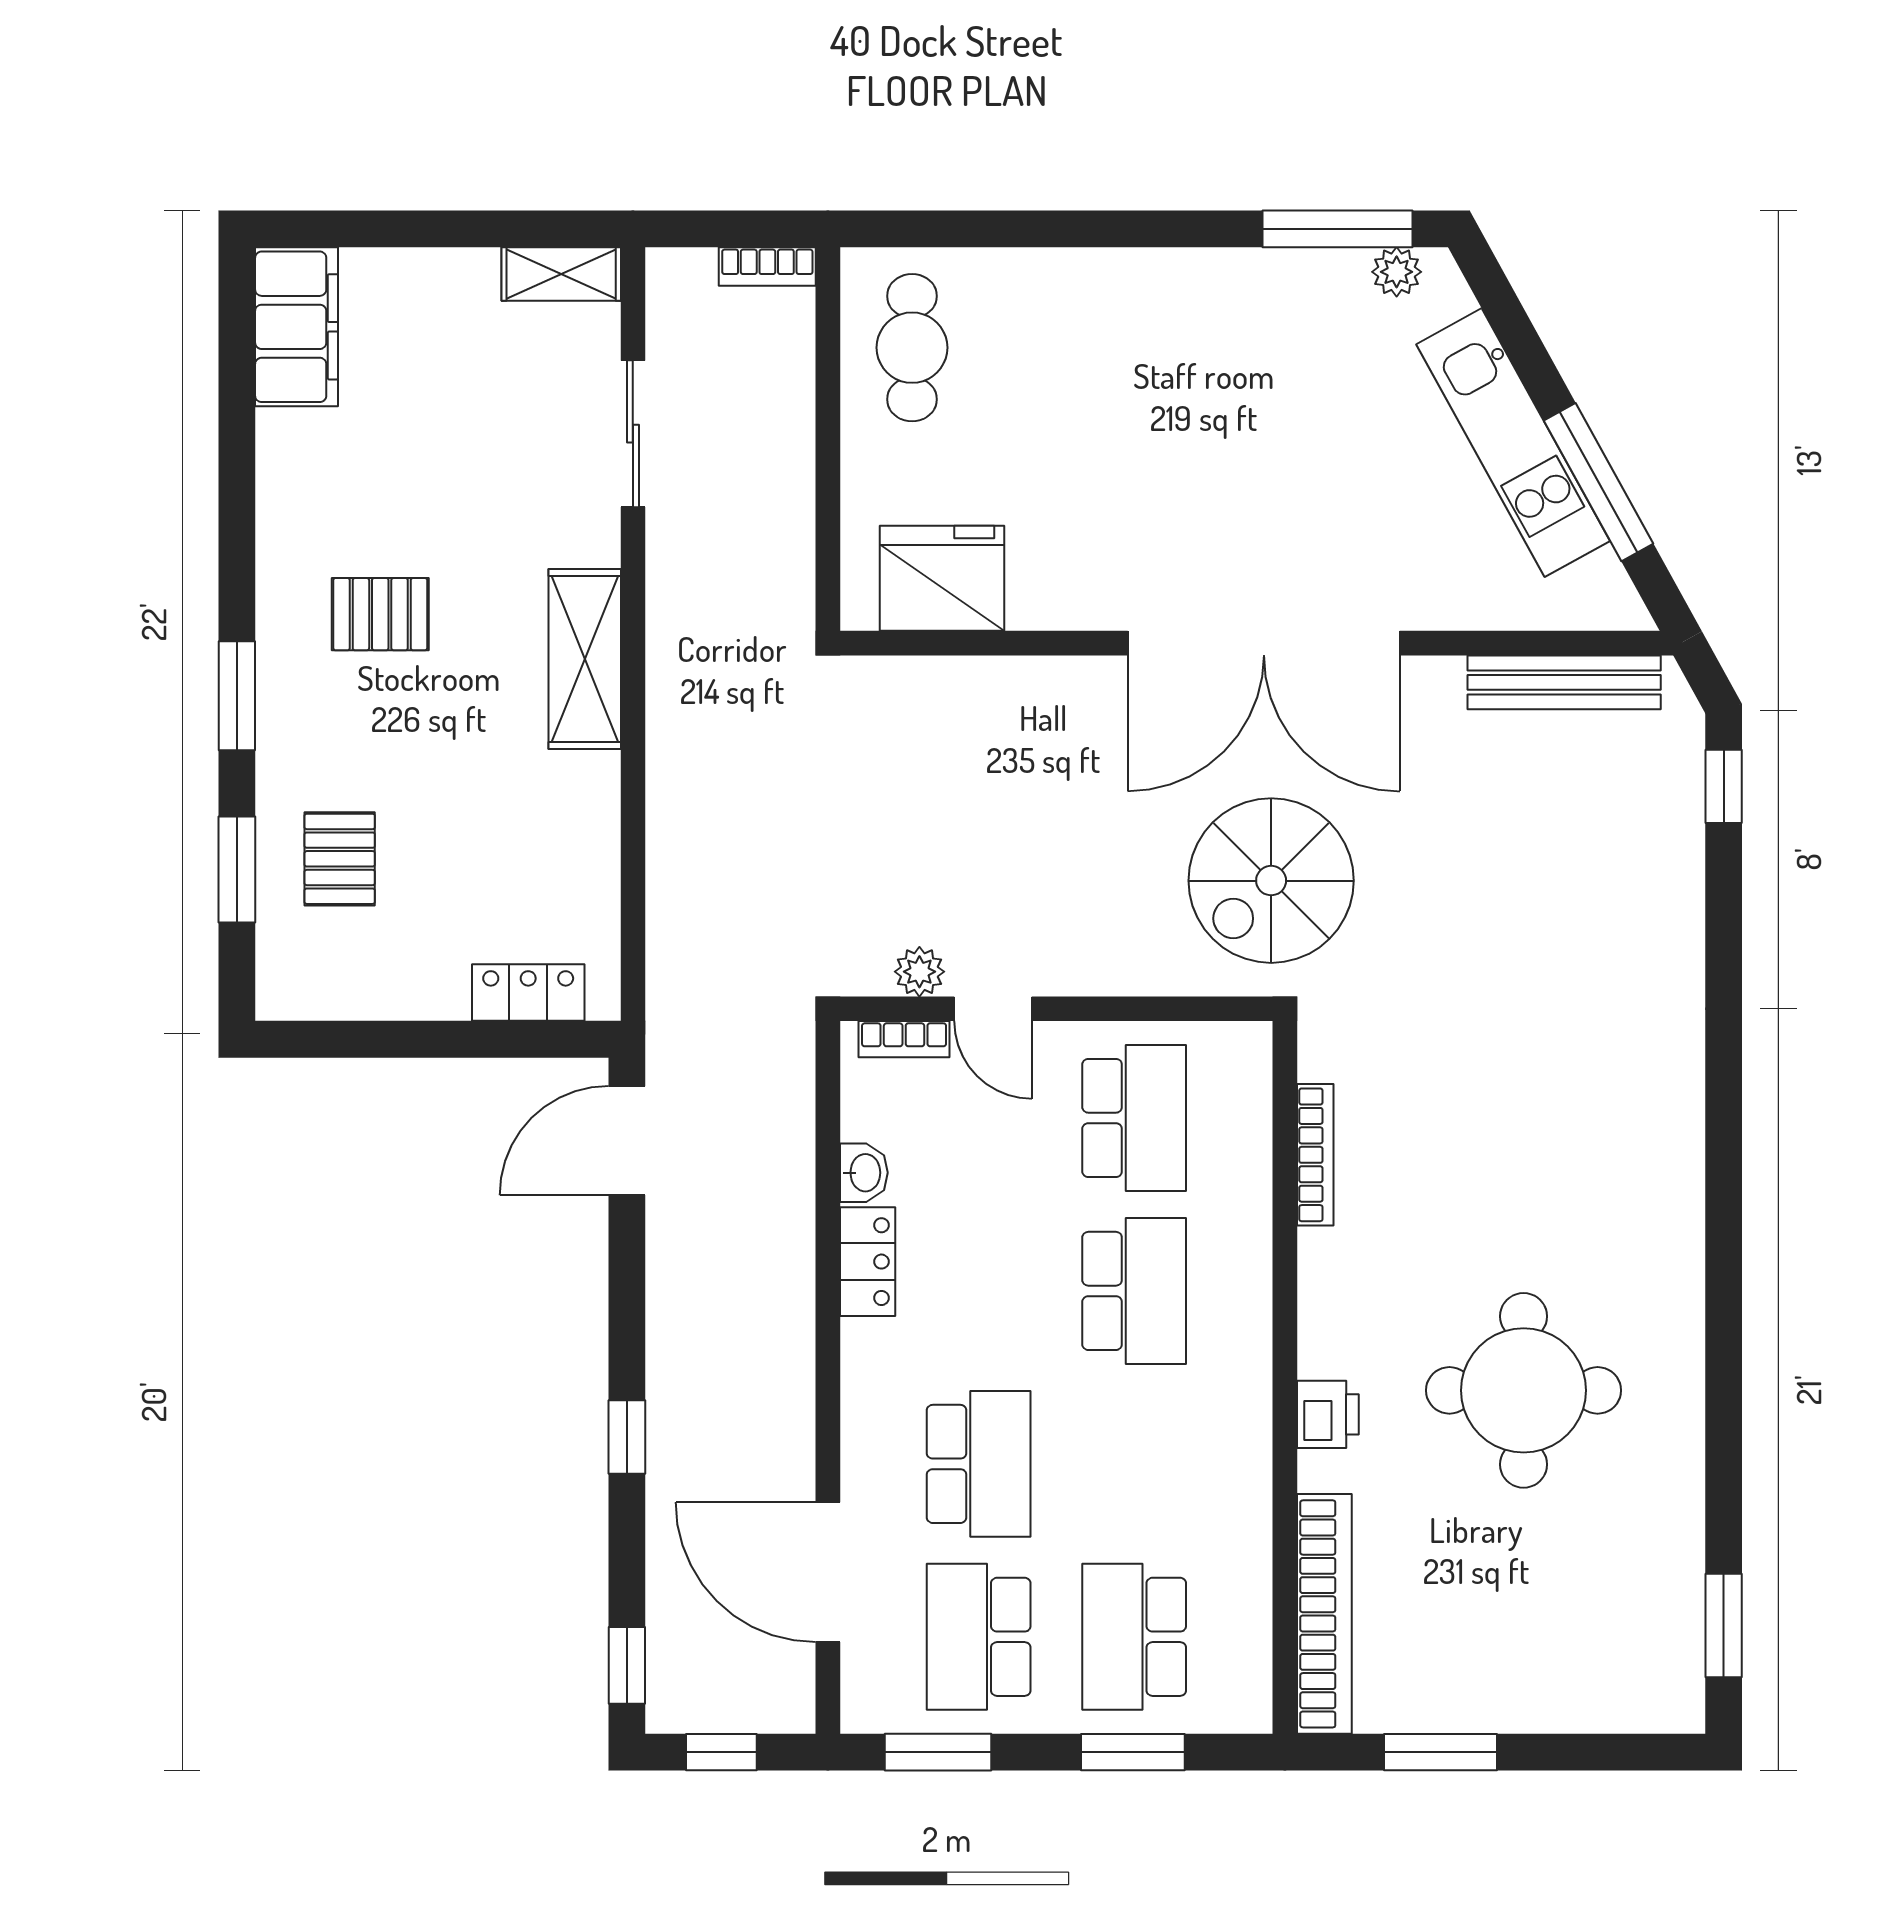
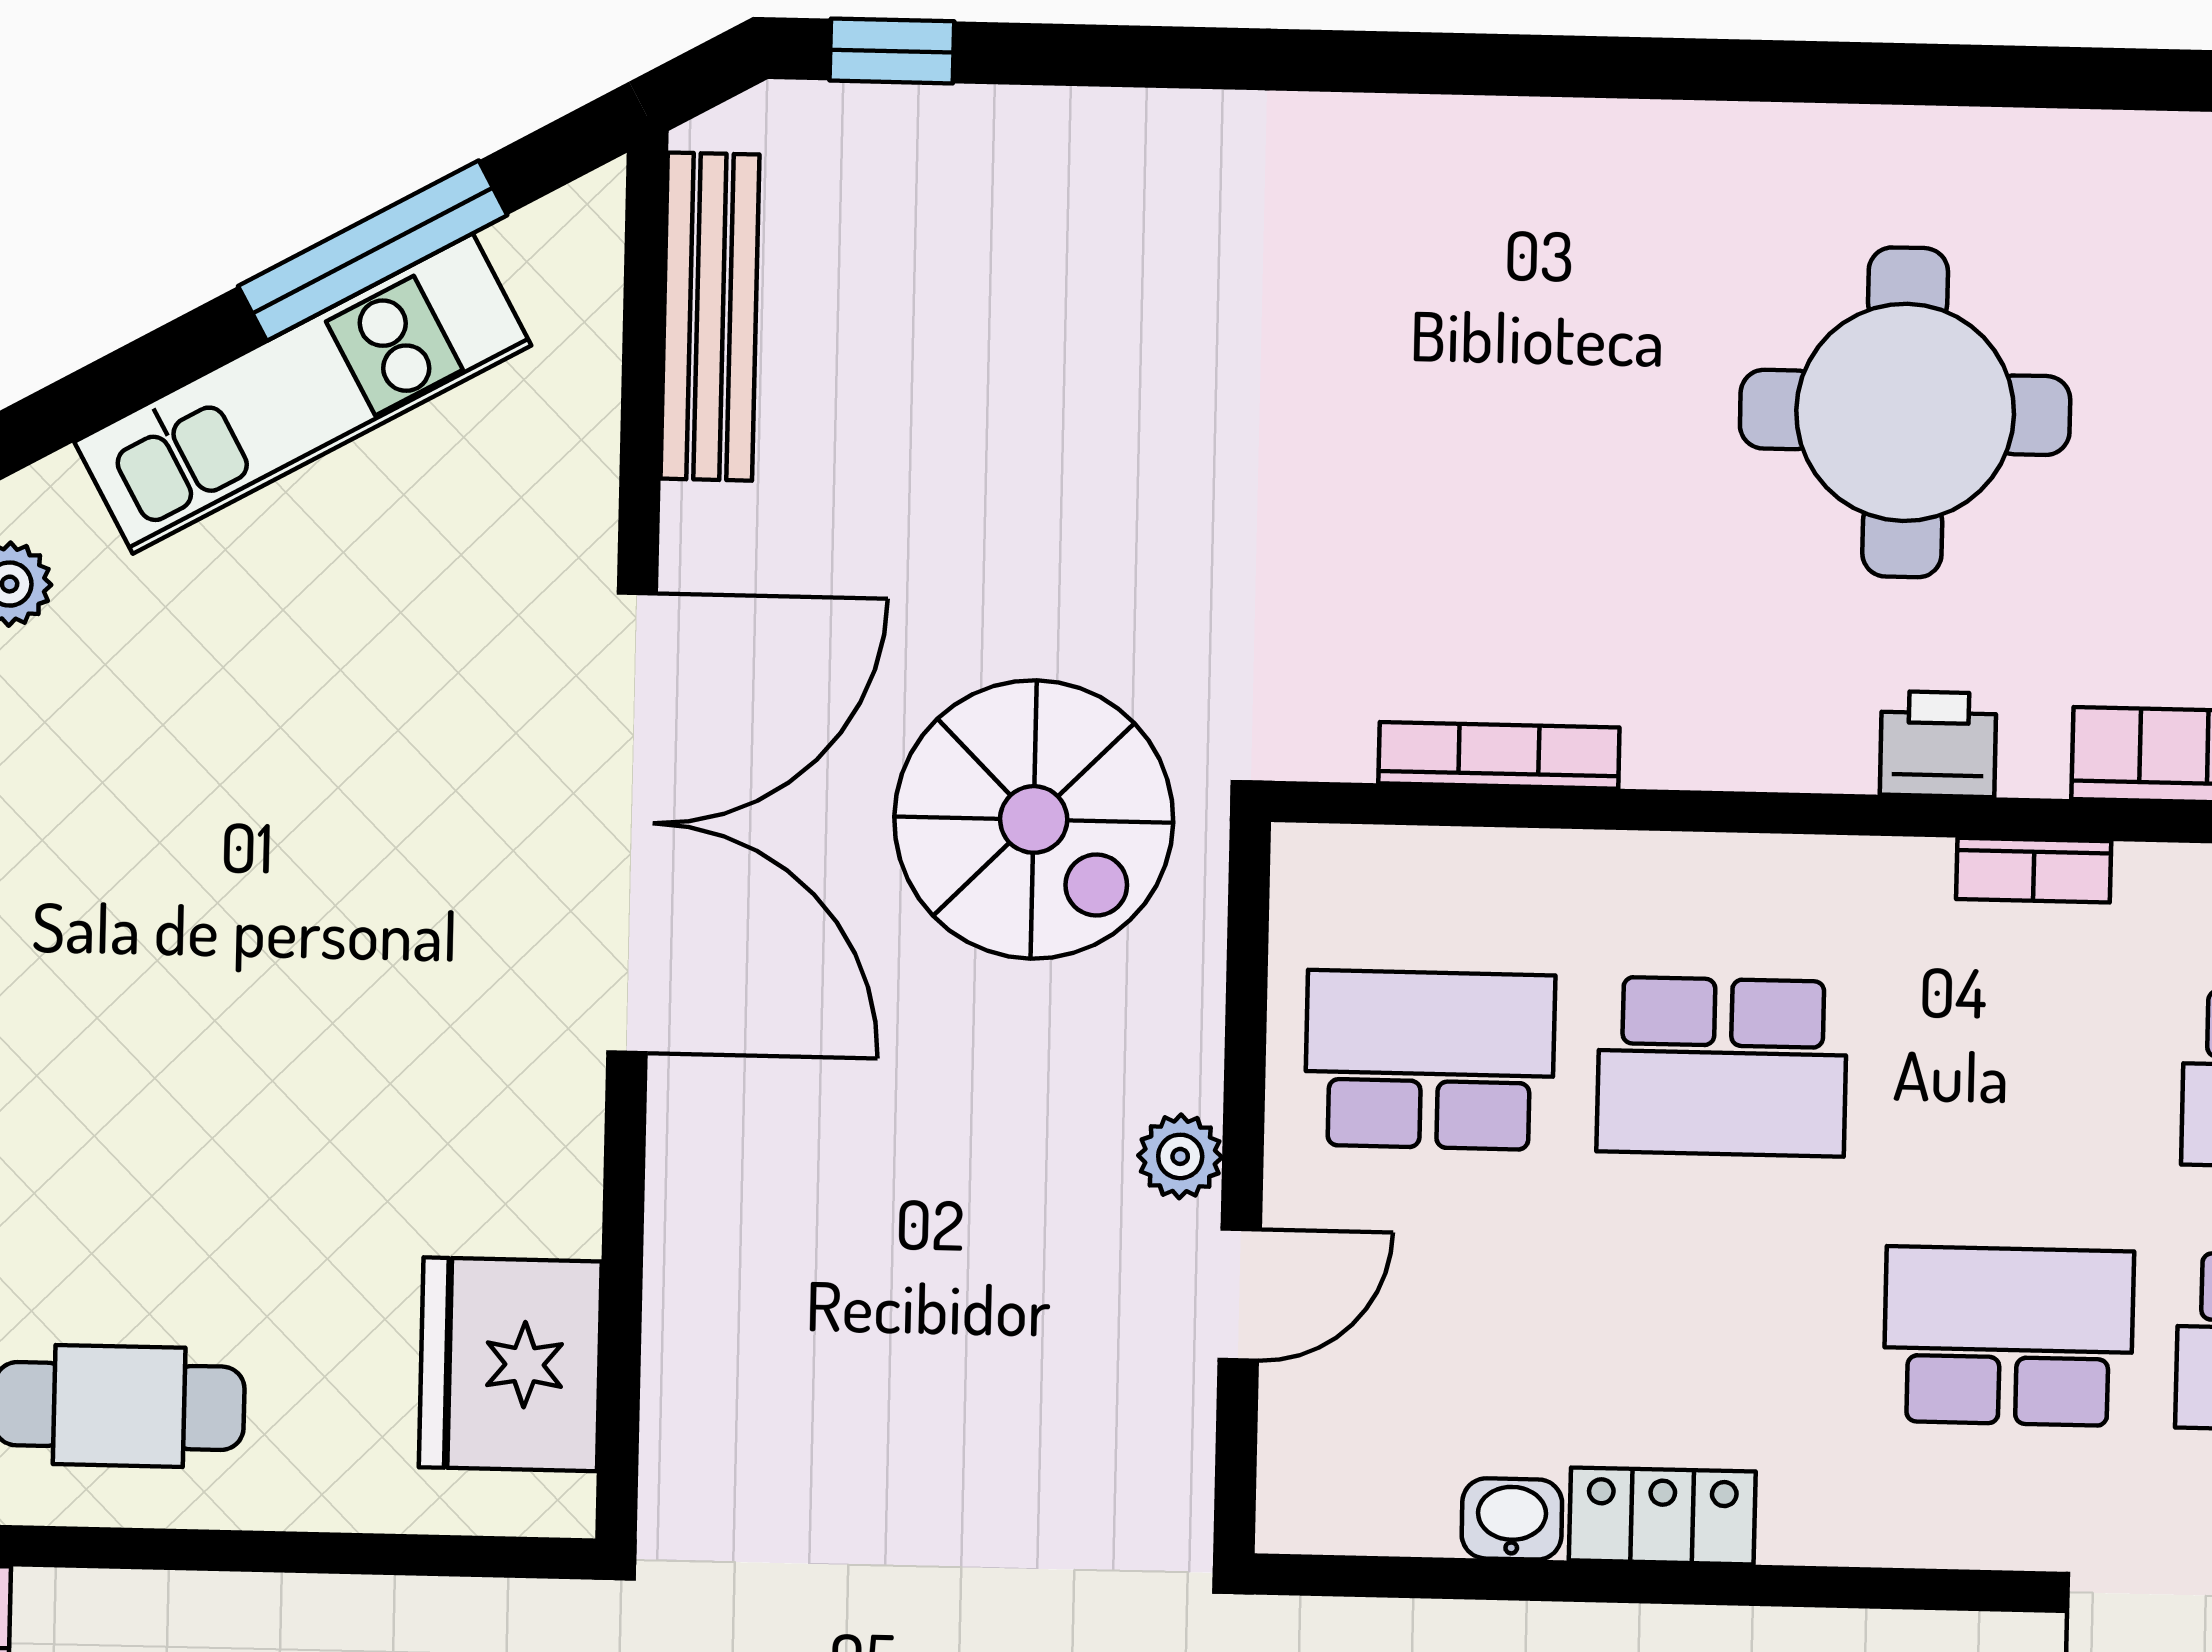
plant: (919, 972) -> (1180, 1156), moved
bookcase: (904, 1039) -> (2034, 870), moved, turned 90
school desk: (1134, 1291) -> (1722, 1067), turned 180

